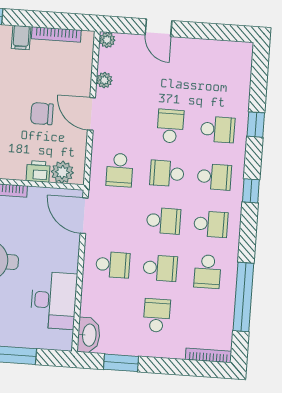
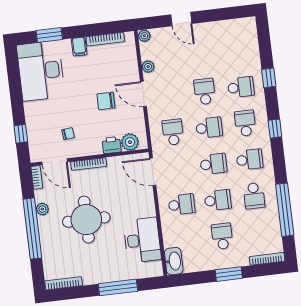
school desk: (120, 170) -> (173, 132), turned 180
school desk: (167, 173) -> (209, 128), turned 180
school desk: (214, 177) -> (245, 123), turned -90
window: (121, 363) -> (229, 274), moved

